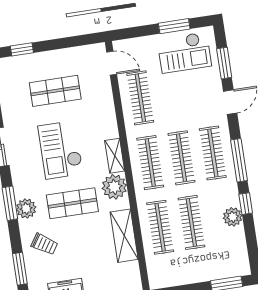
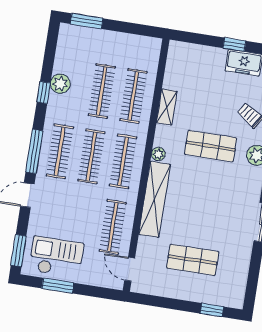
window: (224, 63) -> (19, 251), moved
checkout: (61, 150) -> (206, 201), removed
shelving: (115, 156) -> (155, 199), width x2.20, depth x1.33
window: (239, 160) -> (34, 151), moved
plant: (114, 187) -> (158, 154), width x0.53, depth x0.53
shelving: (124, 236) -> (167, 107), width x0.67, depth x0.75

